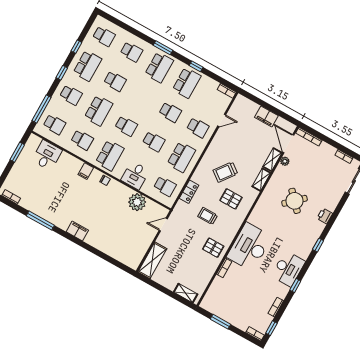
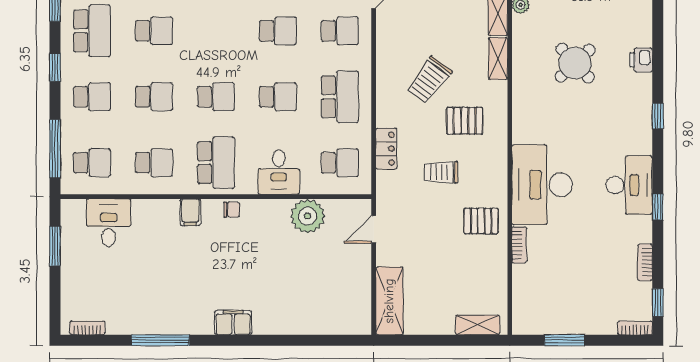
school desk: (99, 111) -> (154, 97), width x0.54

